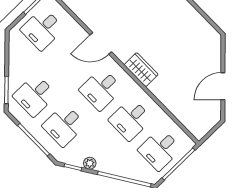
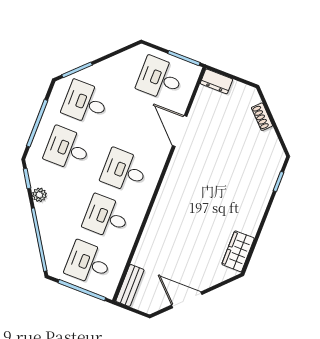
door: (101, 43) -> (180, 131), moved
wardrobe: (141, 70) -> (238, 251), moved, turned 180
bench: (192, 125) -> (130, 285), added

